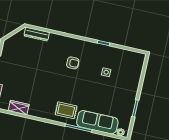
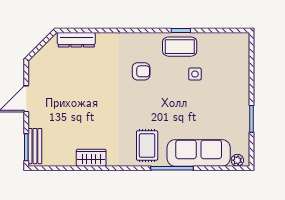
coffee table: (100, 53) -> (180, 47), added
wardrobe: (19, 108) -> (91, 158), moved
rug: (66, 110) -> (147, 146), turned 90

